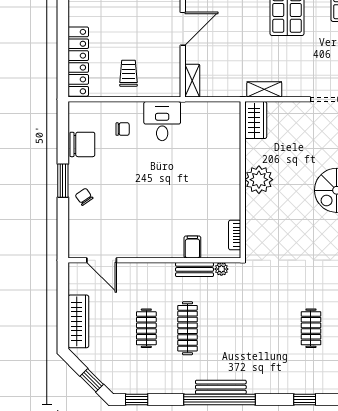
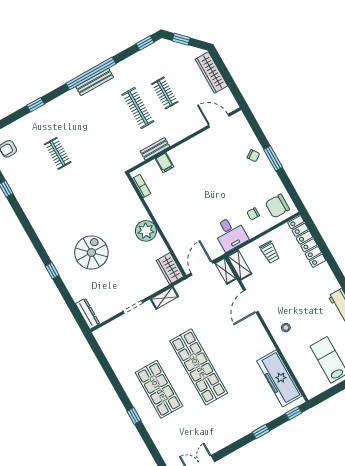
shelving: (172, 78) -> (239, 265), added
shelving: (264, 89) -> (164, 298), moved
door: (218, 99) -> (202, 268), added
chair: (82, 144) -> (277, 206), moved
plant: (221, 269) -> (138, 159), removed

